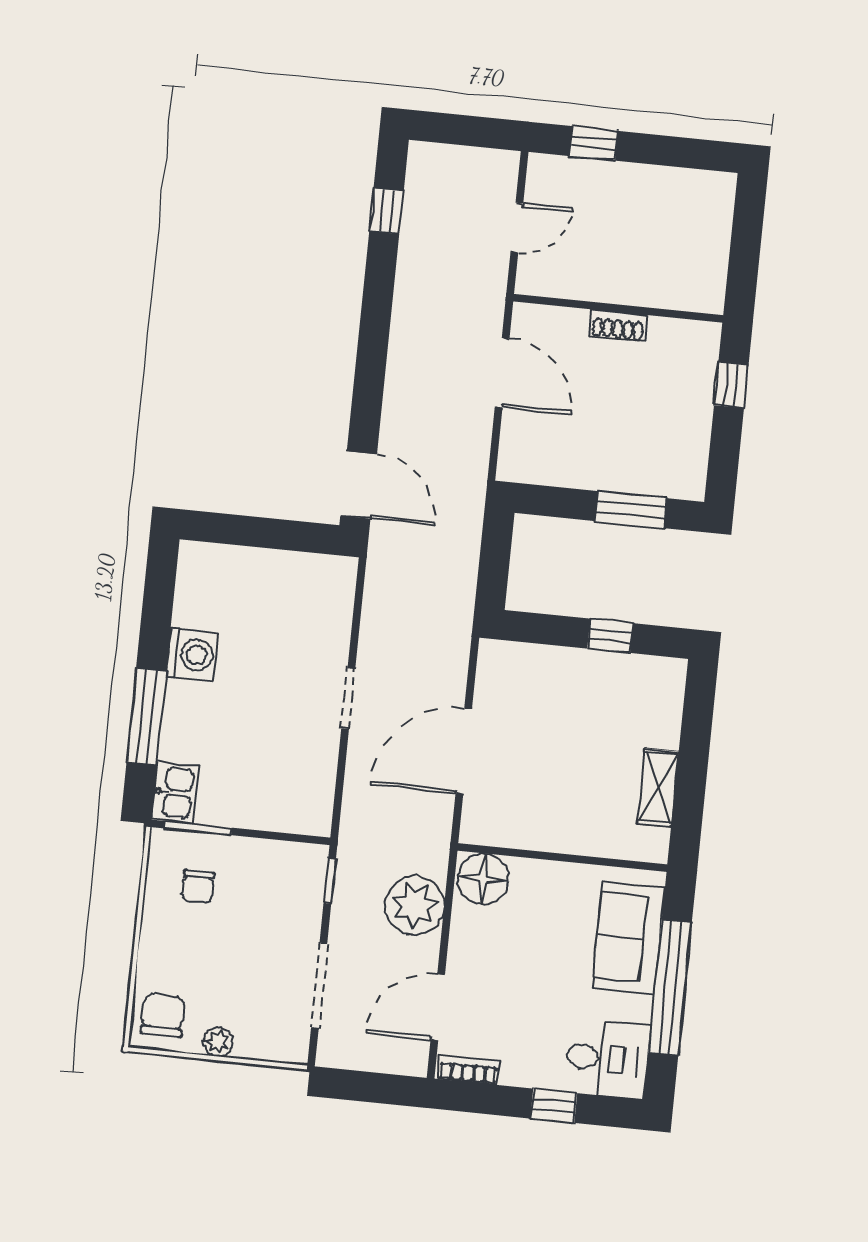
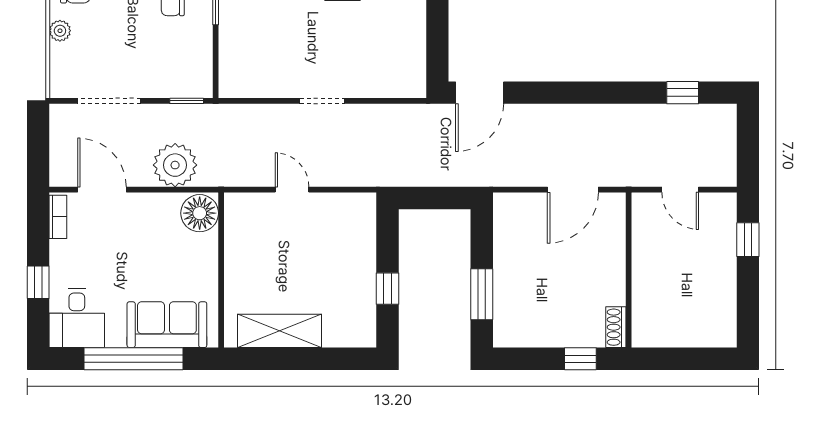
shoe rack: (618, 326) -> (616, 327), moved
door: (464, 751) -> (292, 190), width x0.53
shelving: (658, 788) -> (280, 331), width x1.50, depth x1.33

